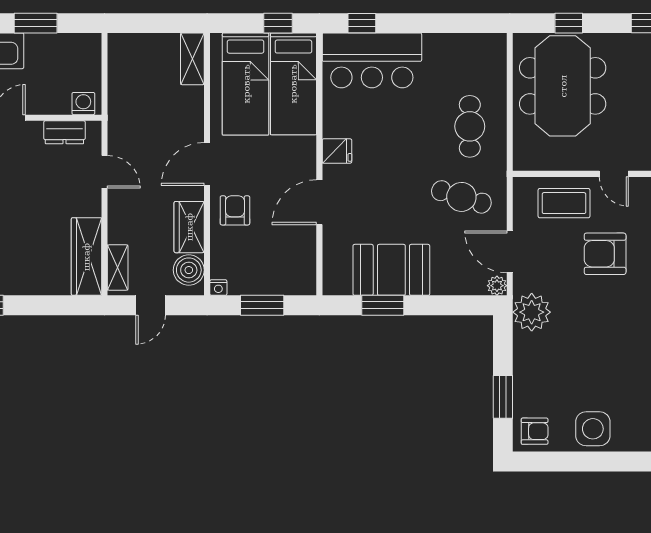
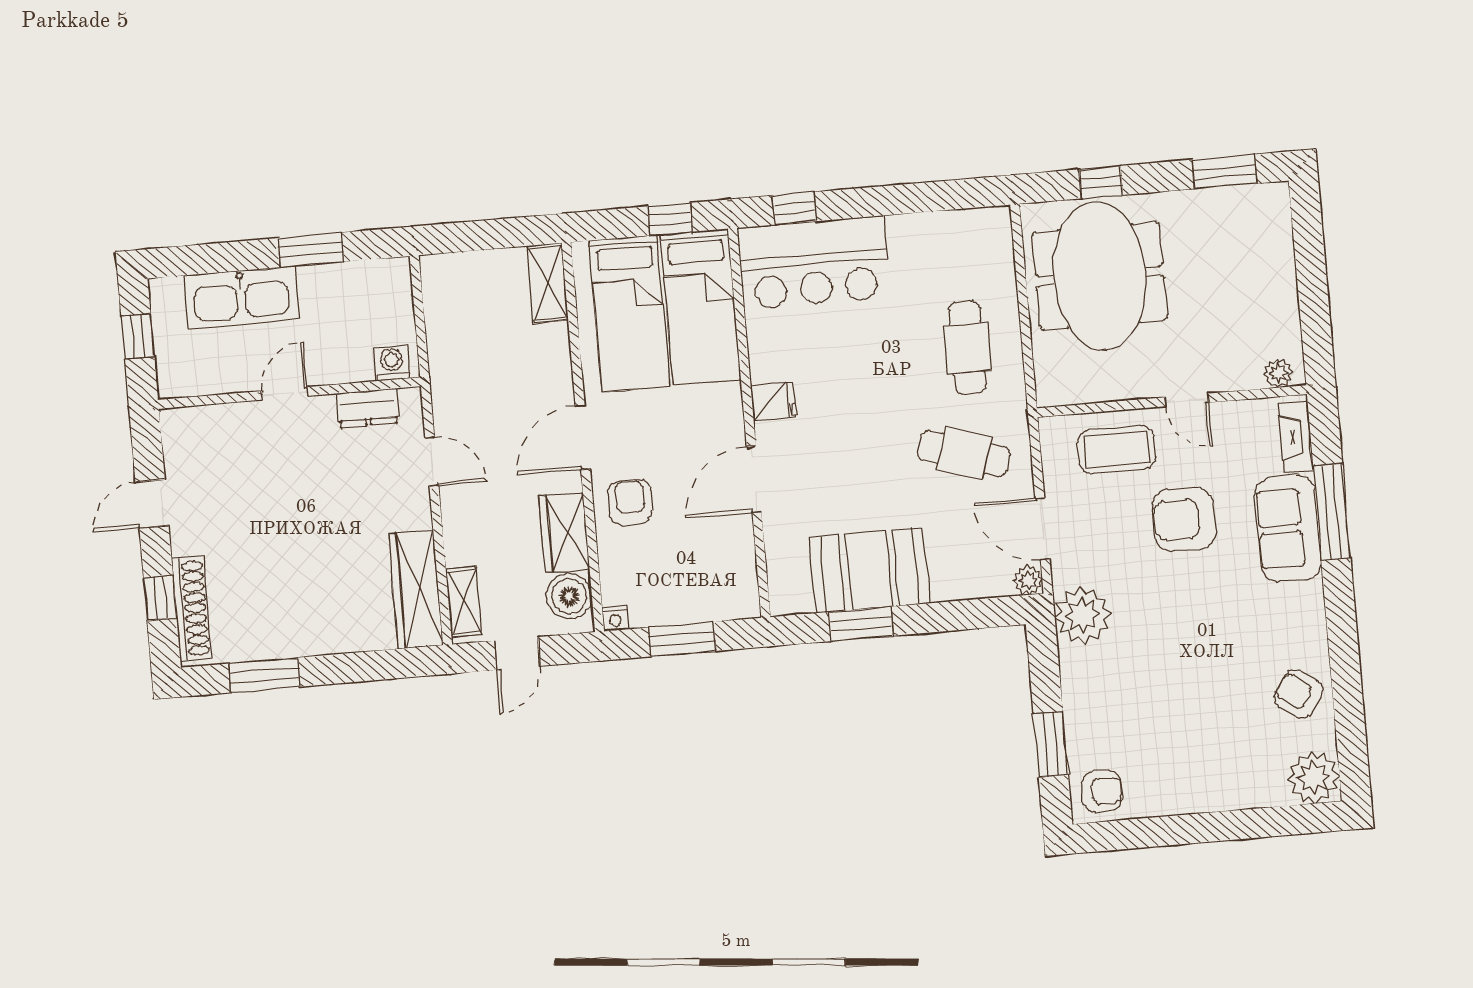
side table: (593, 429) -> (1188, 780), removed

